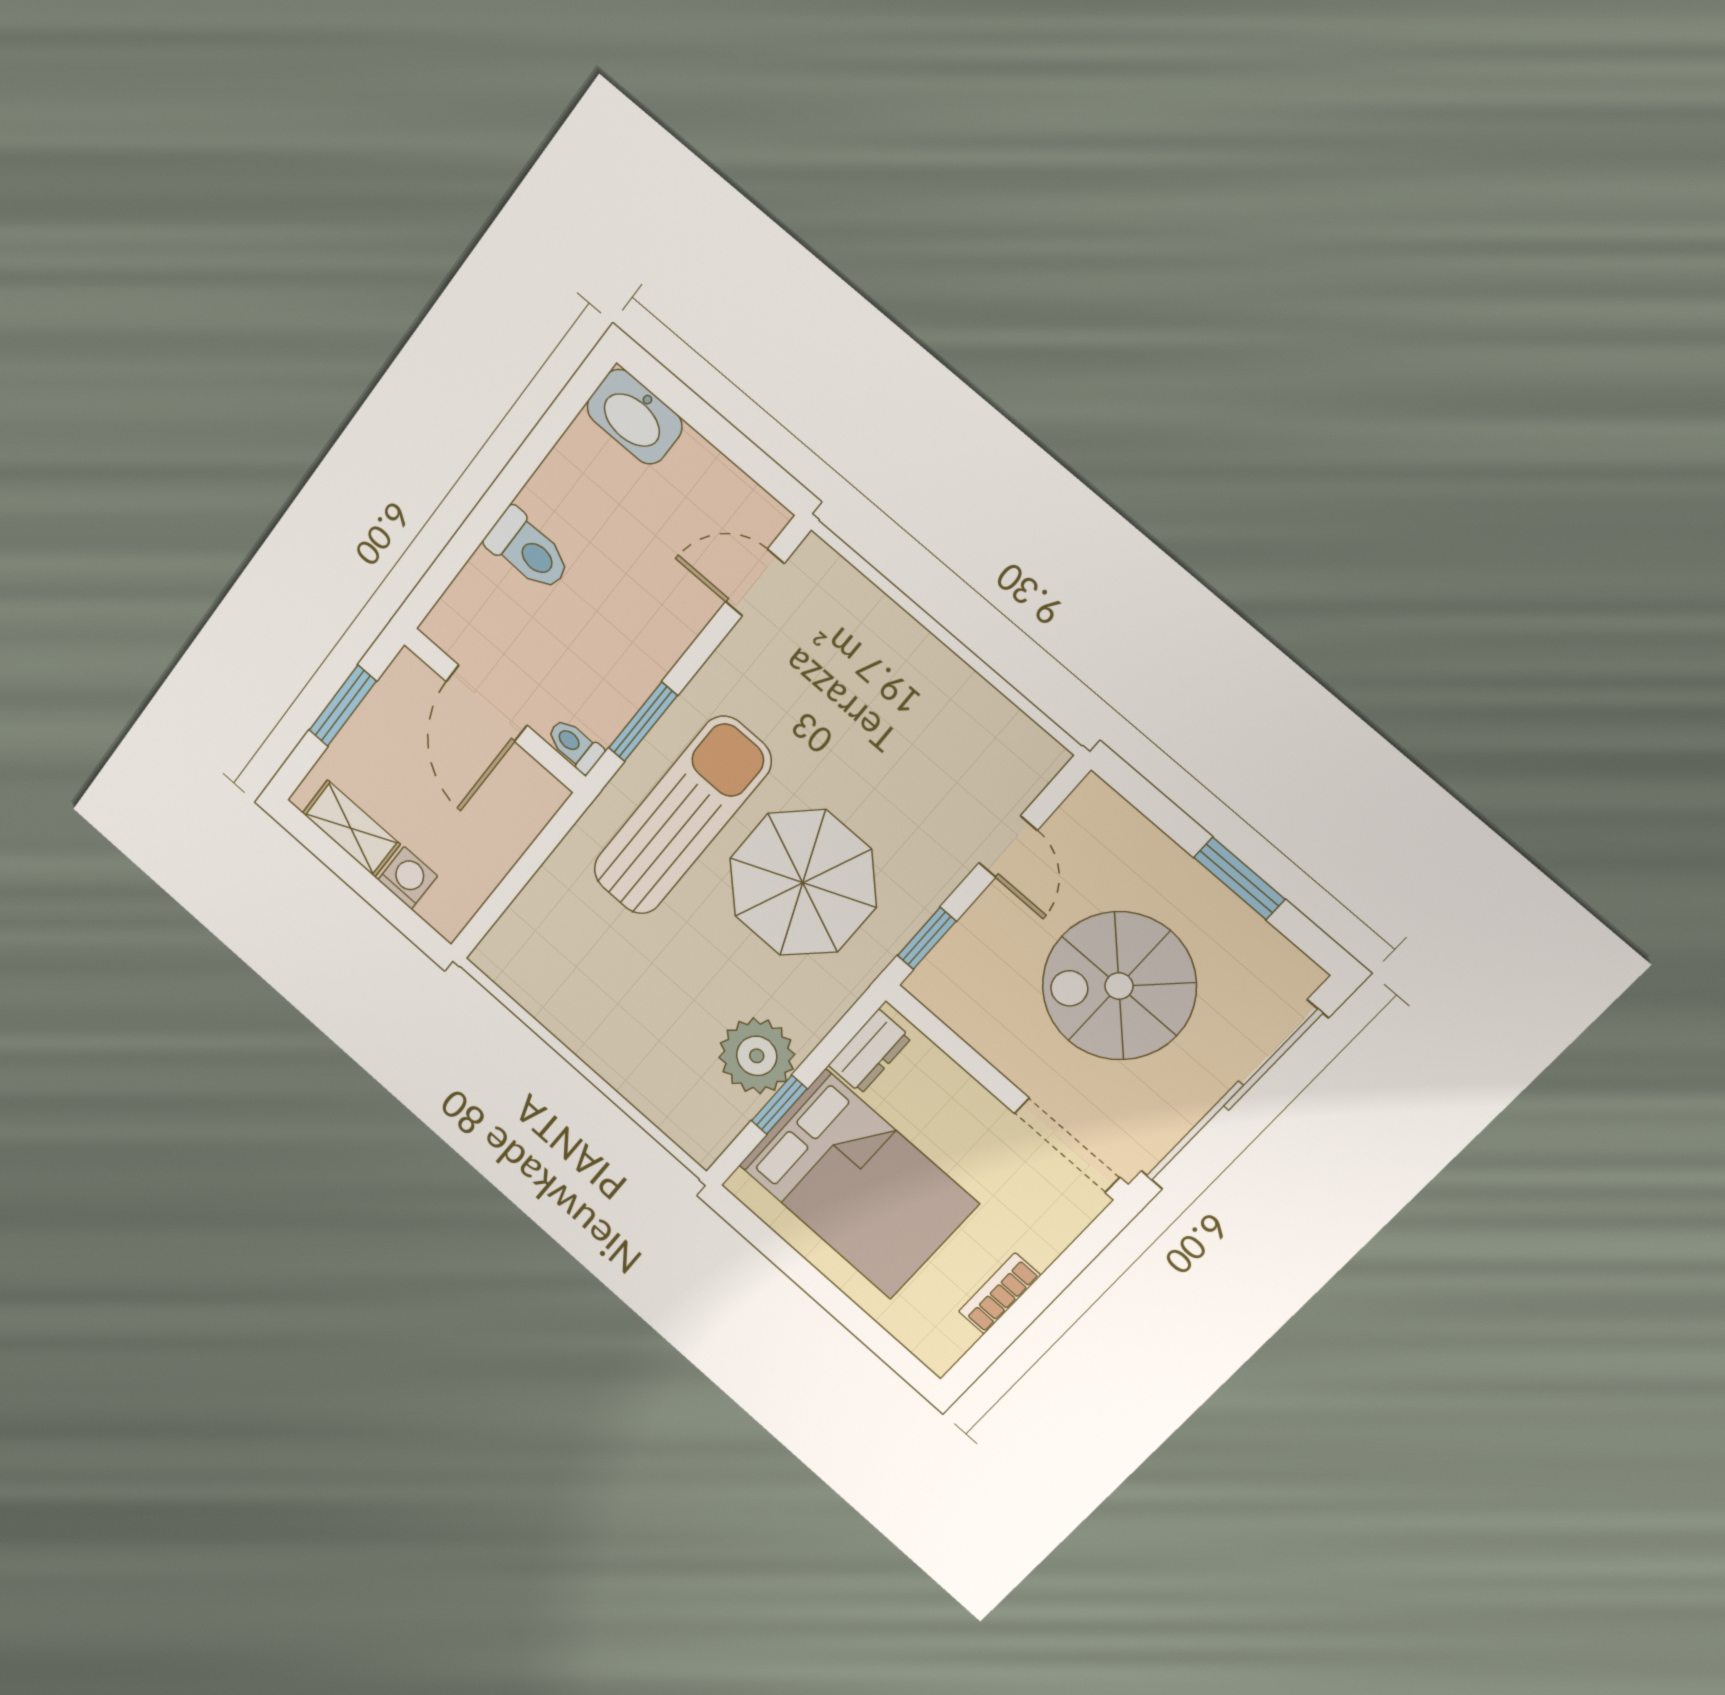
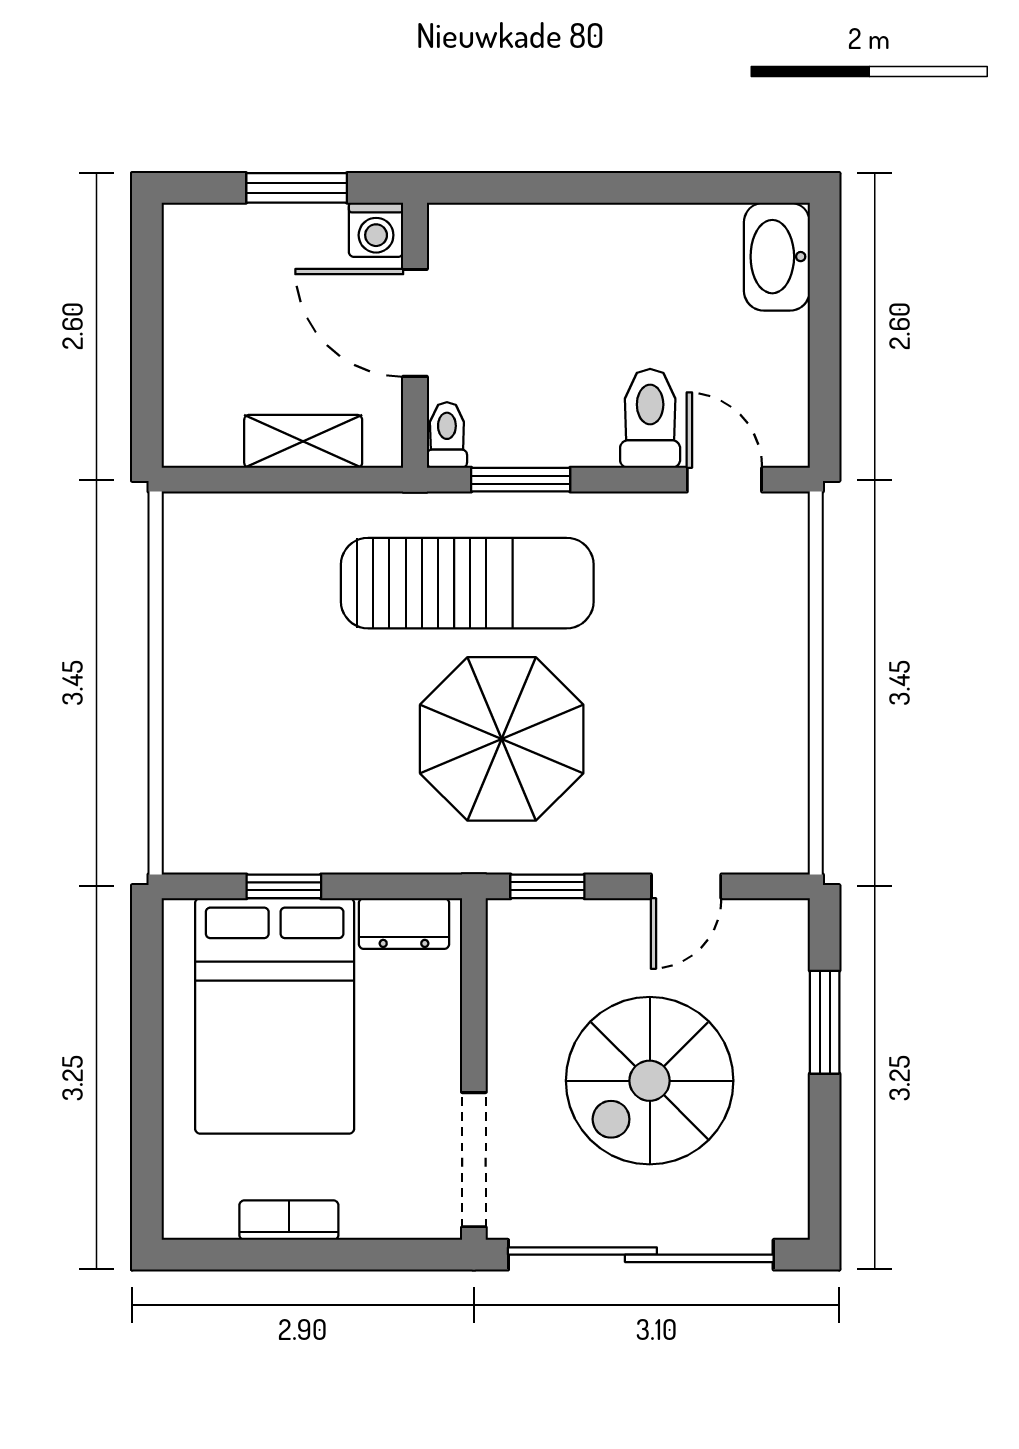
toilet: (528, 550) -> (650, 418), moved, turned 180
door: (487, 703) -> (415, 323), hinge flipped
shelving: (351, 829) -> (303, 441), moved, turned 90
washing machine: (408, 878) -> (376, 230), moved, turned 90
window: (1239, 878) -> (825, 1022), moved
spiral stairs: (1119, 986) -> (650, 1081), turned -90
plant: (757, 1056) -> (310, 829), removed

